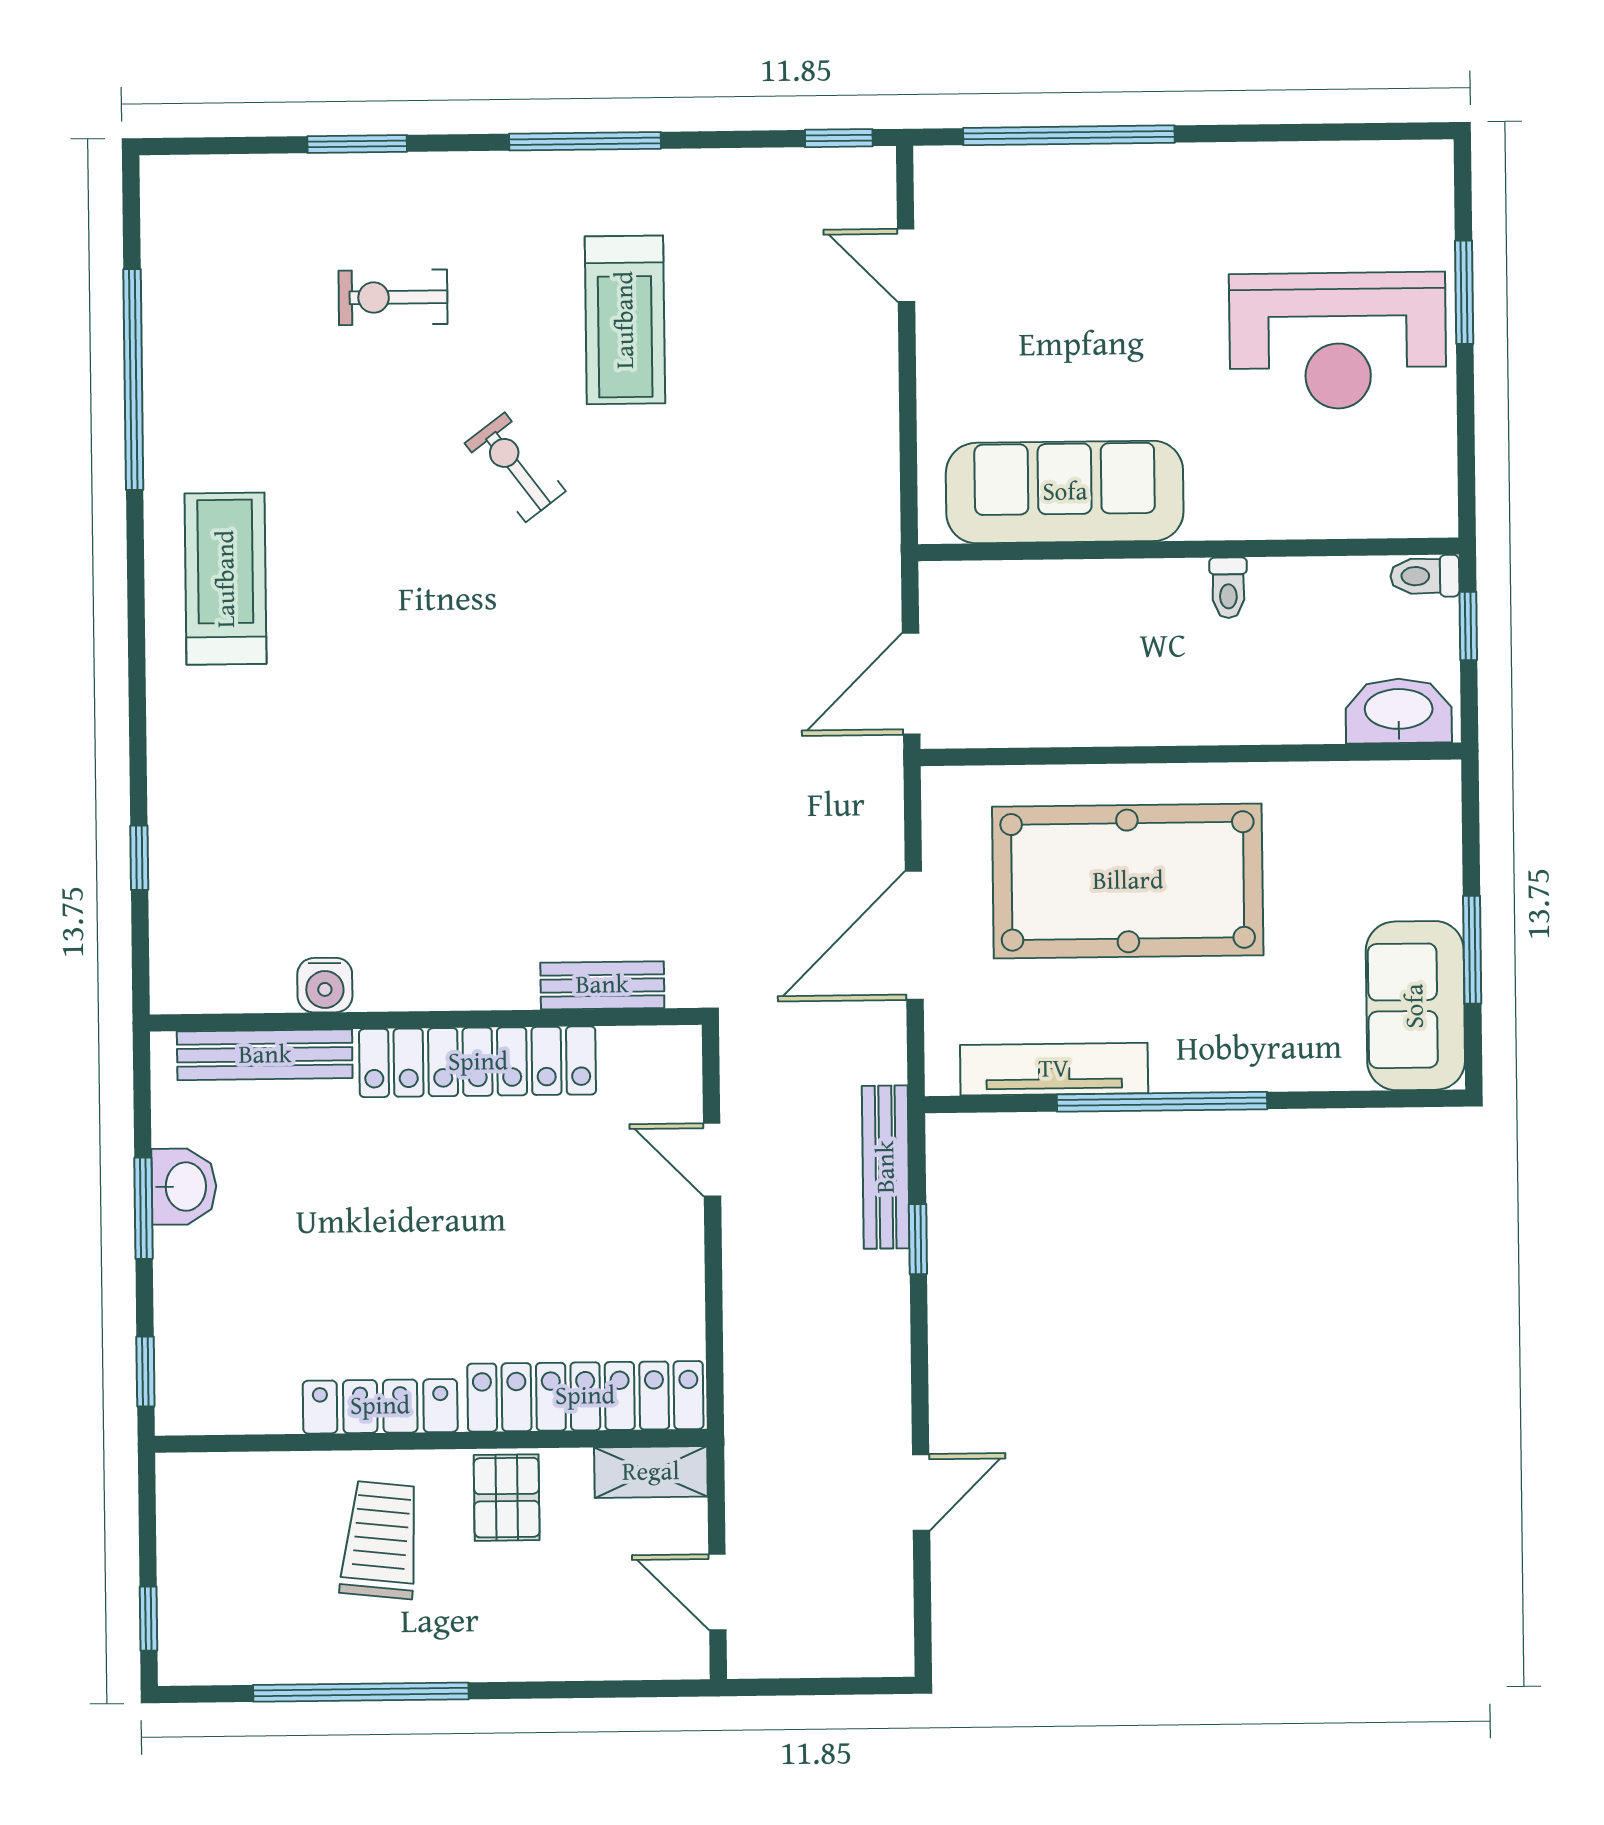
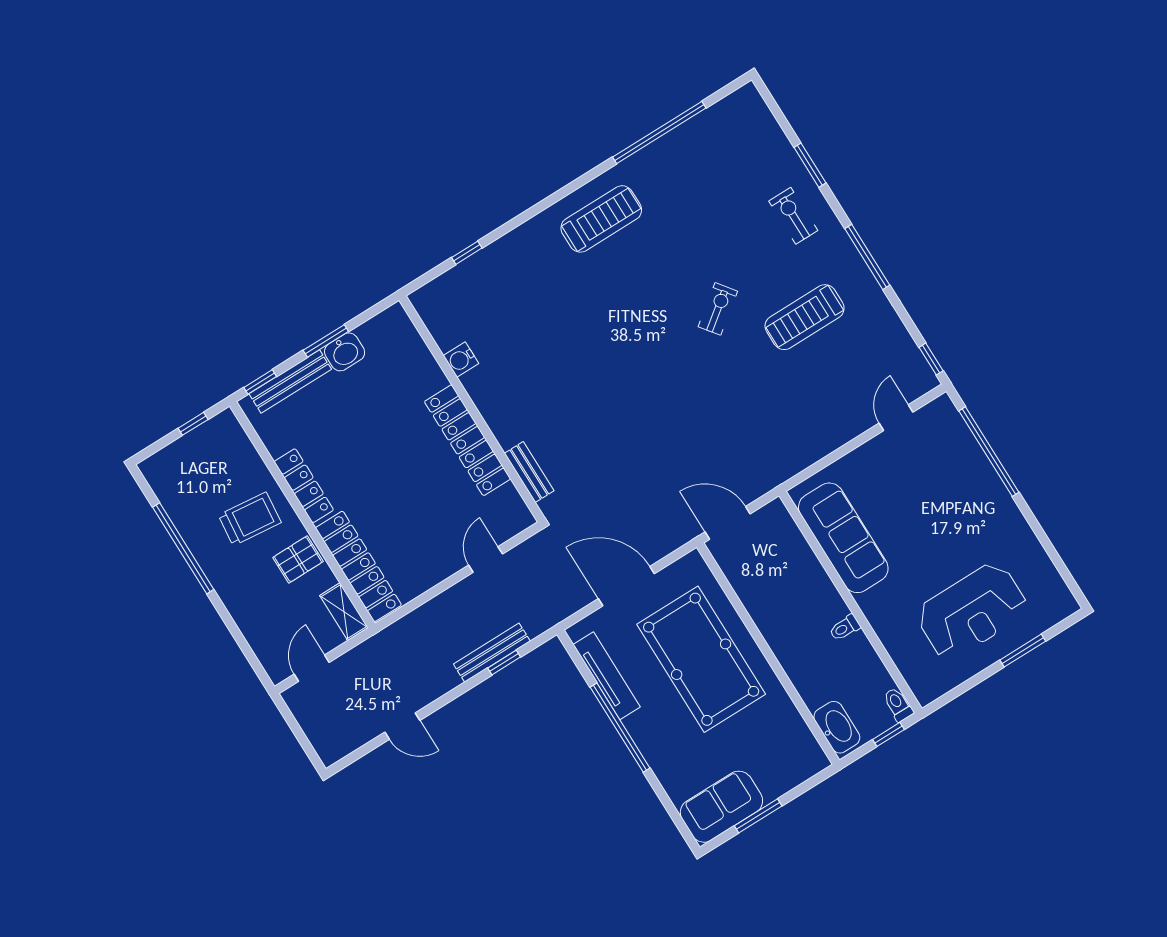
exercise bike: (393, 297) -> (793, 216), moved
reception desk: (1338, 341) -> (972, 611), turned -90
bench: (265, 1055) -> (290, 382), moved, turned 90
bench: (886, 1167) -> (492, 653), moved
window: (148, 1619) -> (193, 424), moved

